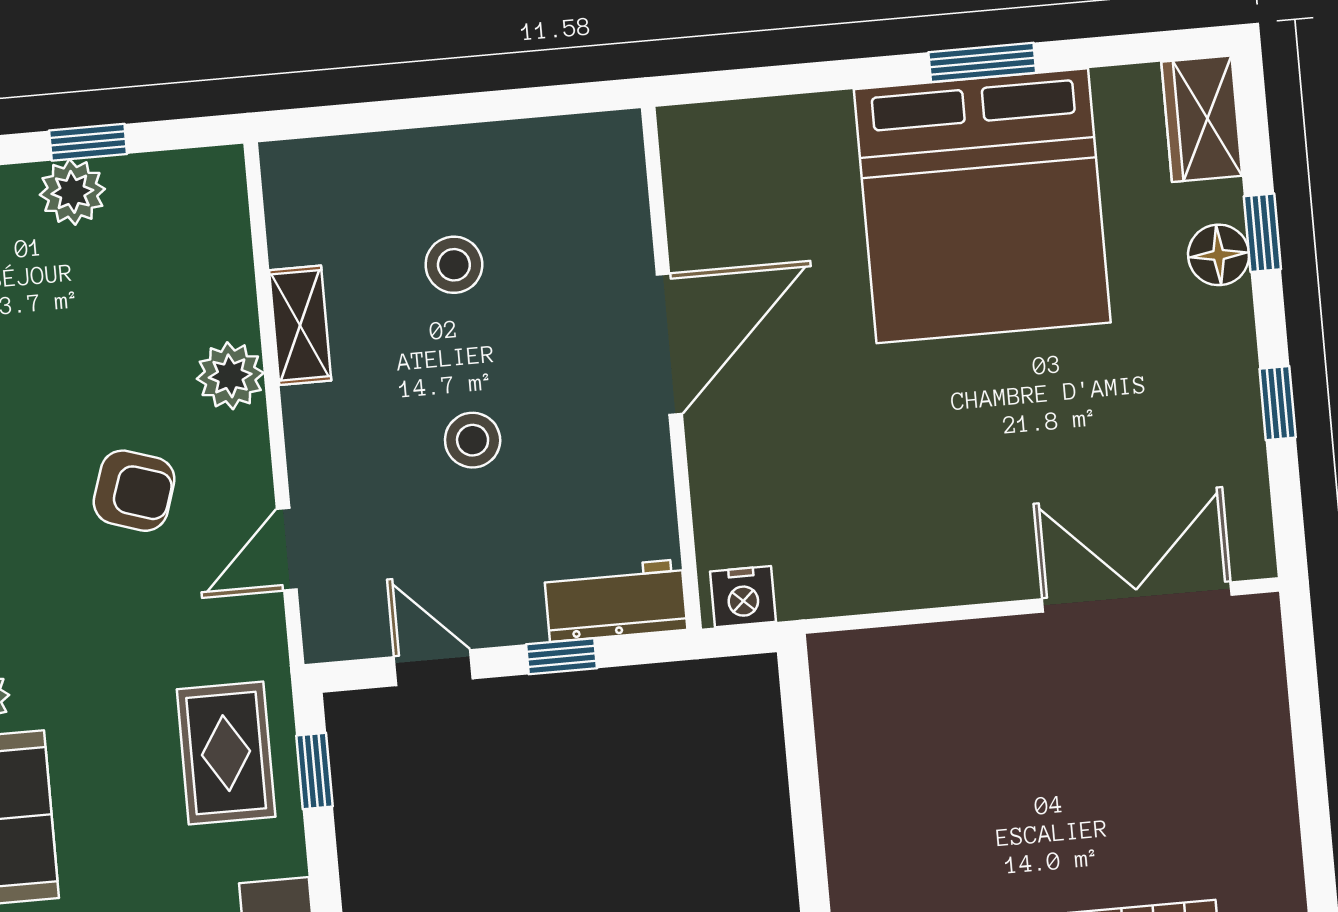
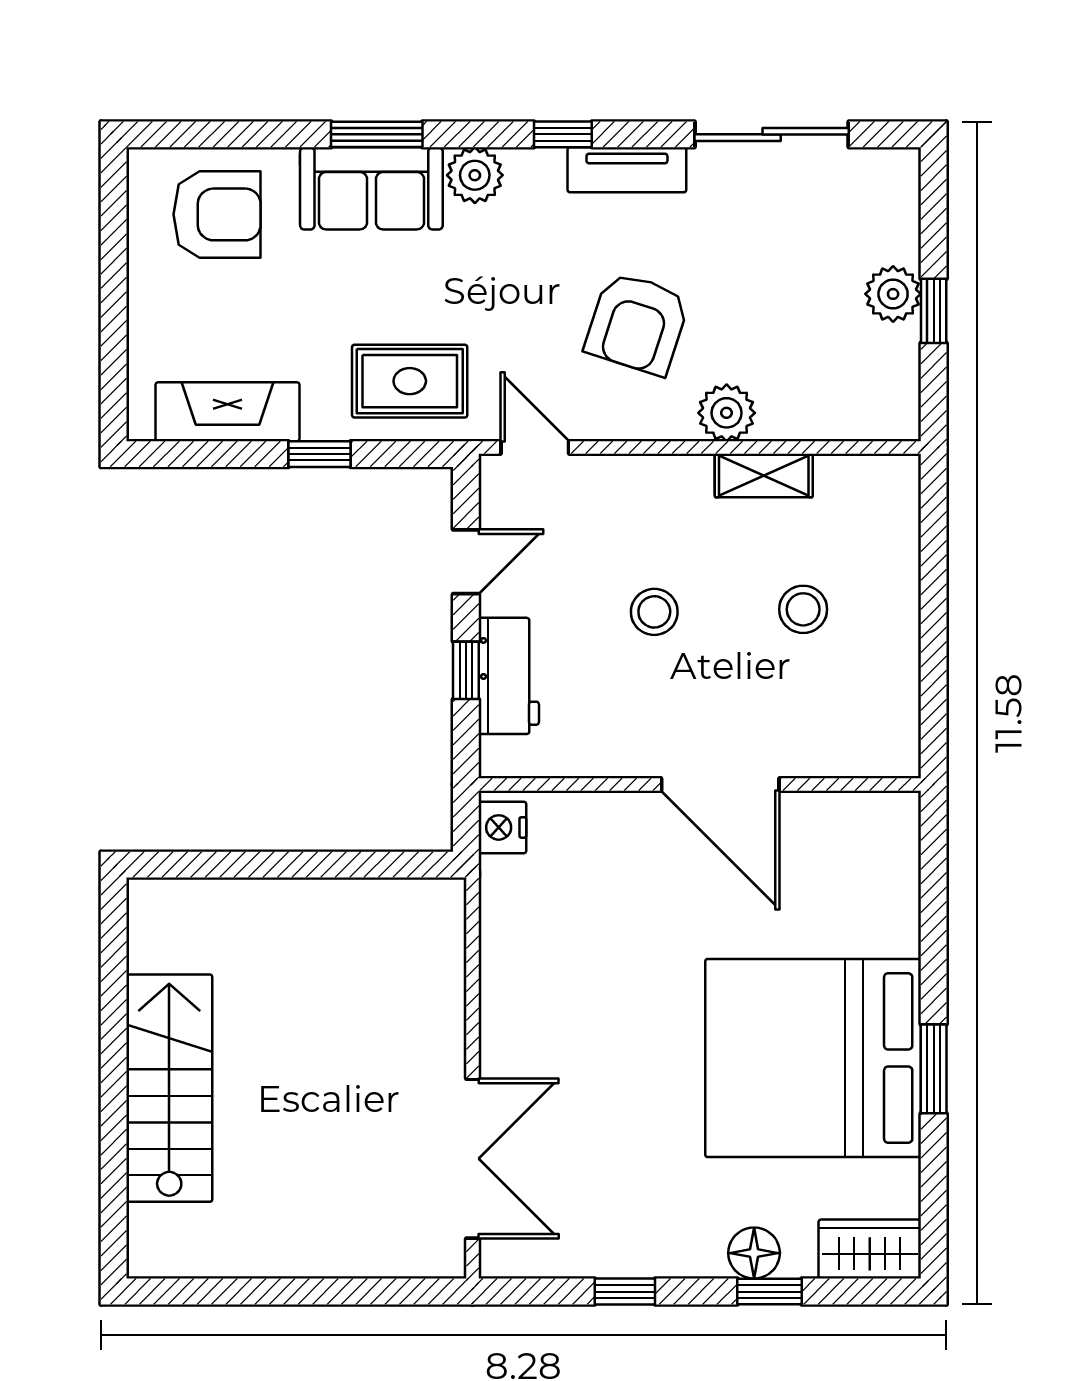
armchair: (134, 491) -> (637, 323), width x1.38, depth x1.38
door: (287, 549) -> (535, 447), moved
workbench: (616, 600) -> (509, 676), moved
window: (314, 771) -> (319, 454), moved

